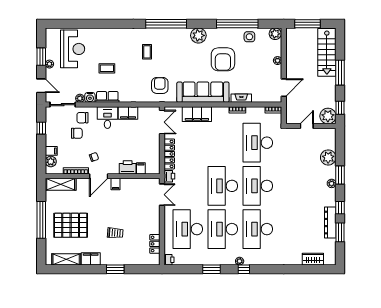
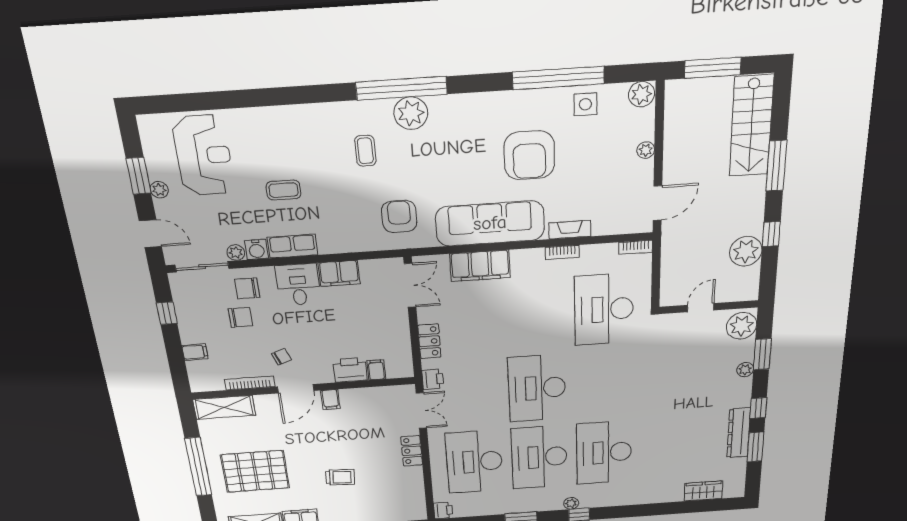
plant: (198, 35) -> (411, 113), moved
door: (307, 126) -> (701, 308), moved
wall: (311, 126) -> (709, 307), moved
locker: (169, 154) -> (429, 341), width x0.66
plant: (51, 162) -> (198, 370), removed
desk: (258, 186) -> (604, 384), removed
locker: (155, 244) -> (412, 451), moved

